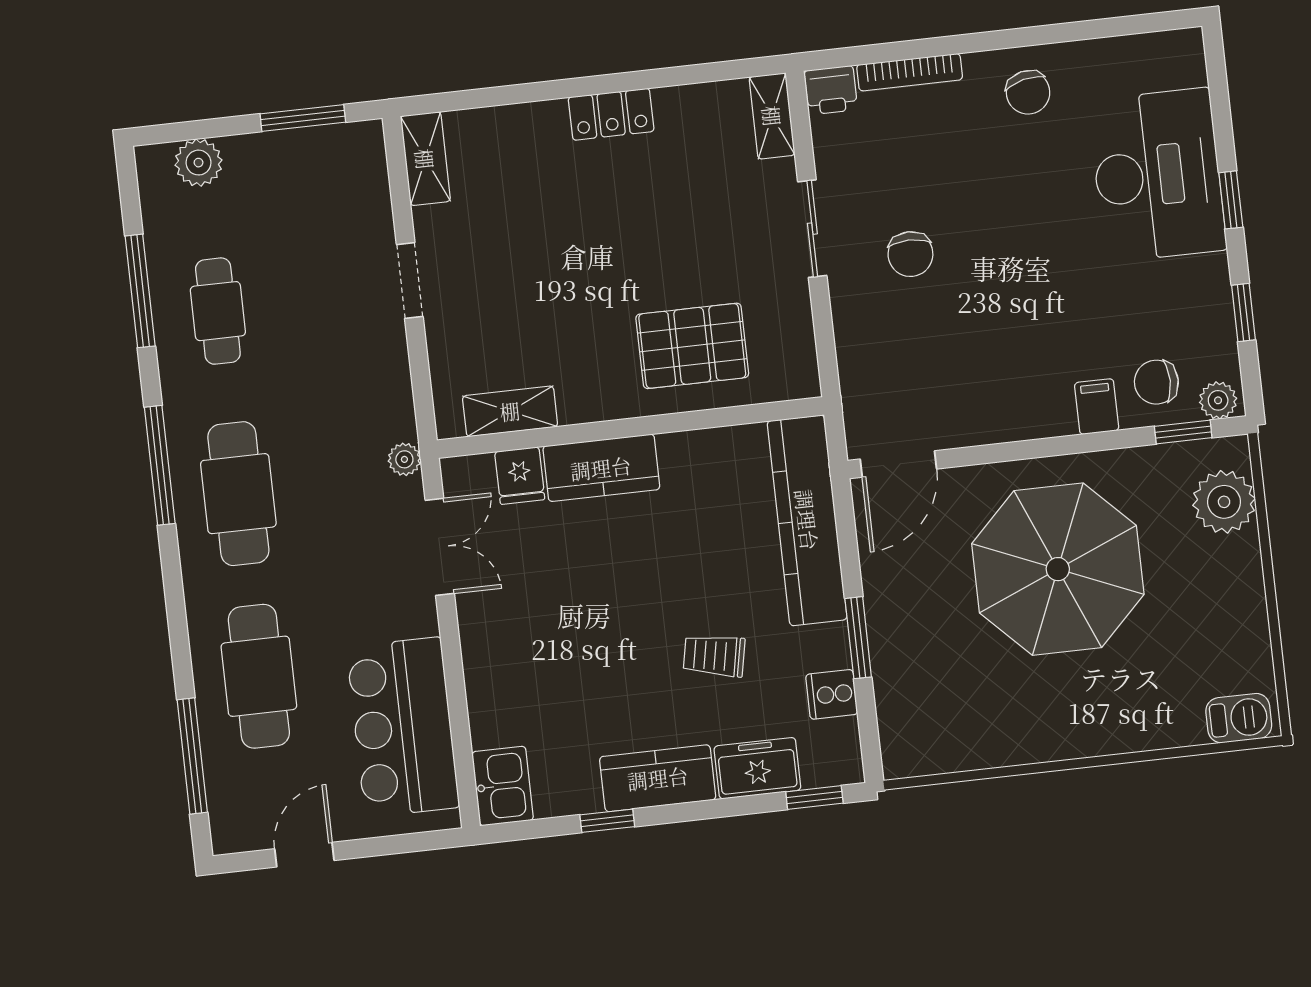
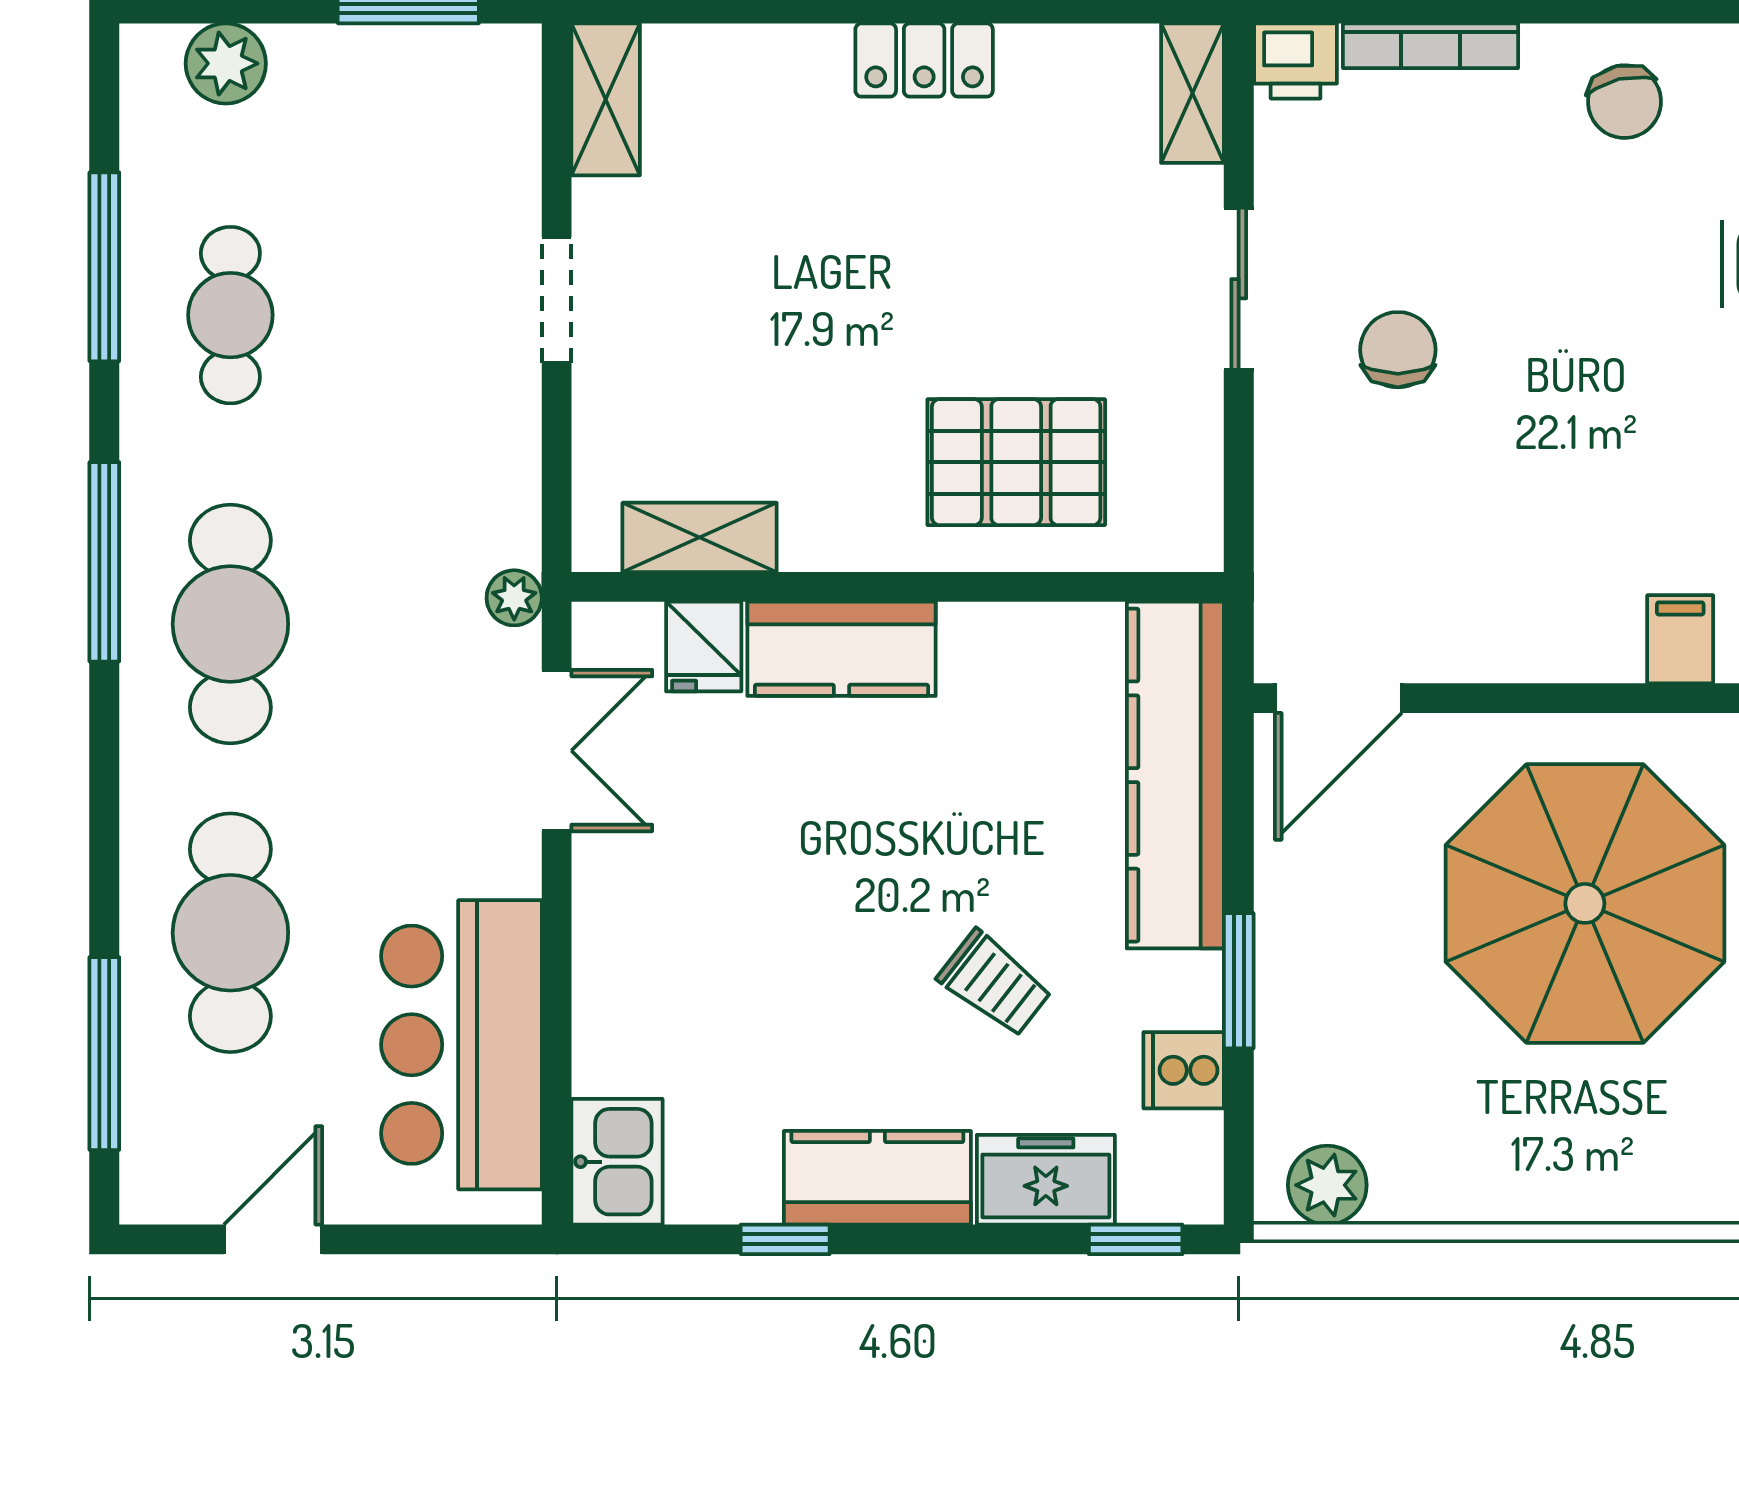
chair: (910, 254) -> (1398, 350), turned 180
trolley: (714, 656) -> (995, 984), turned -153
plant: (924, 753) -> (1327, 1185), added

